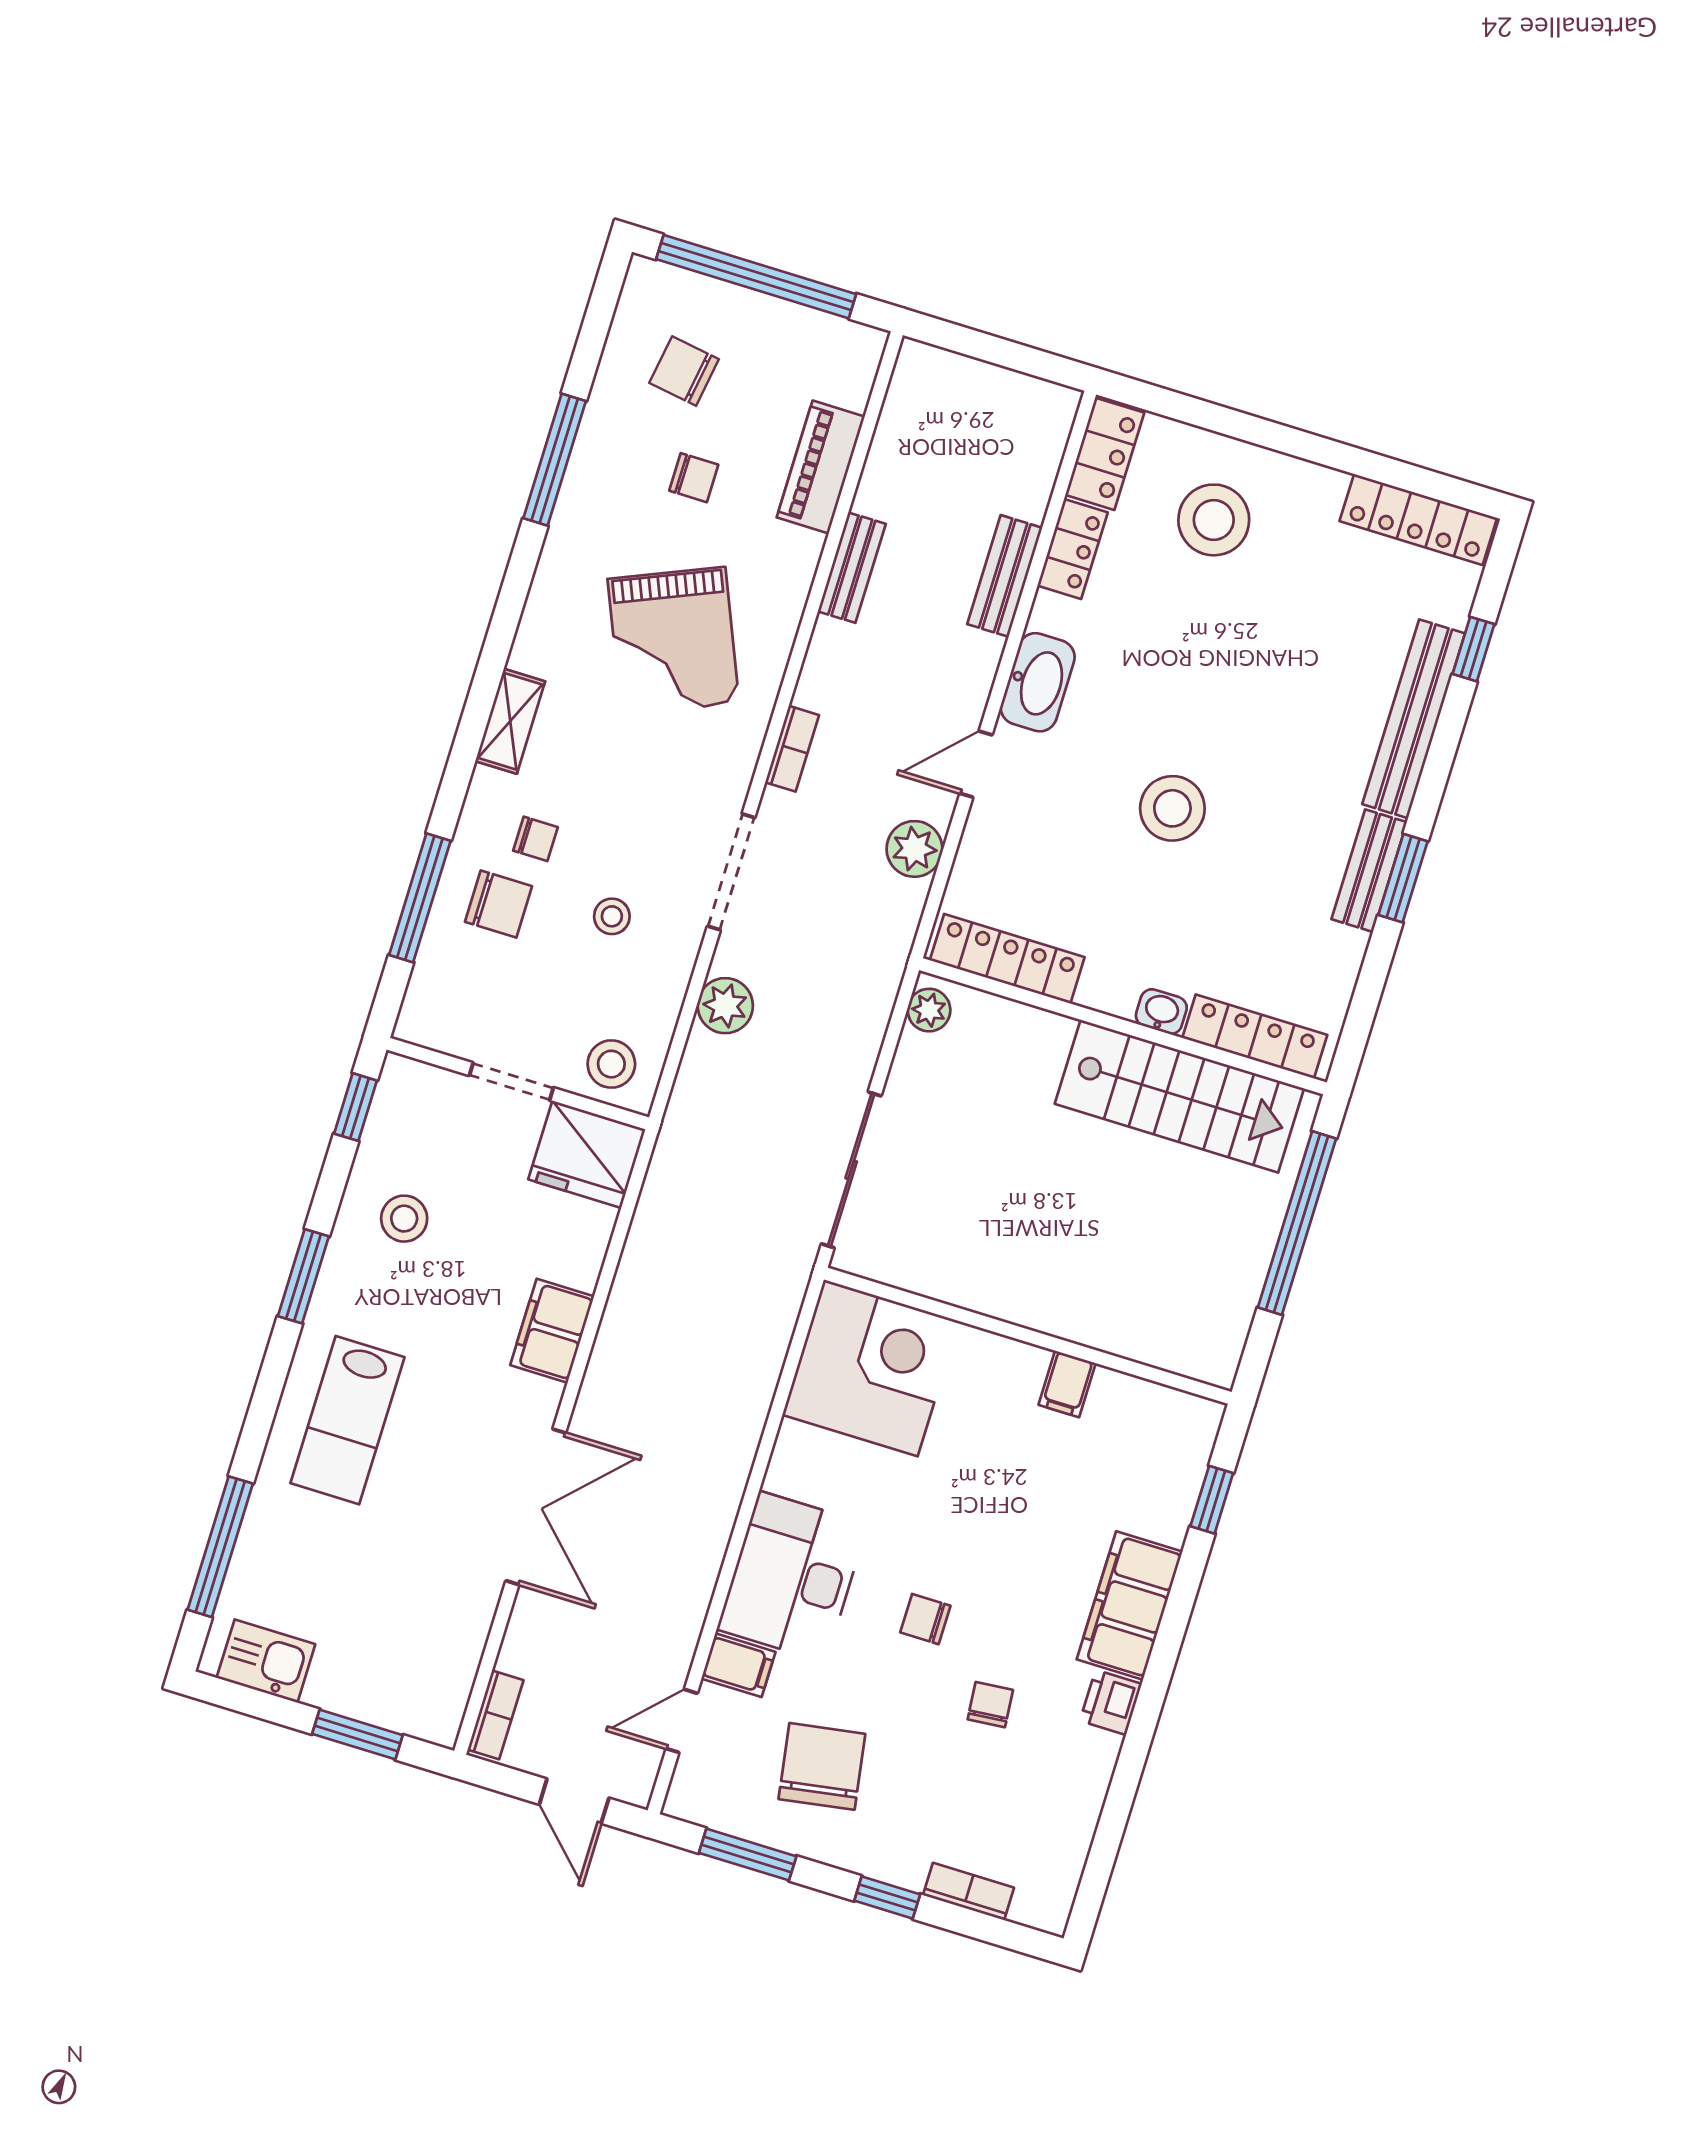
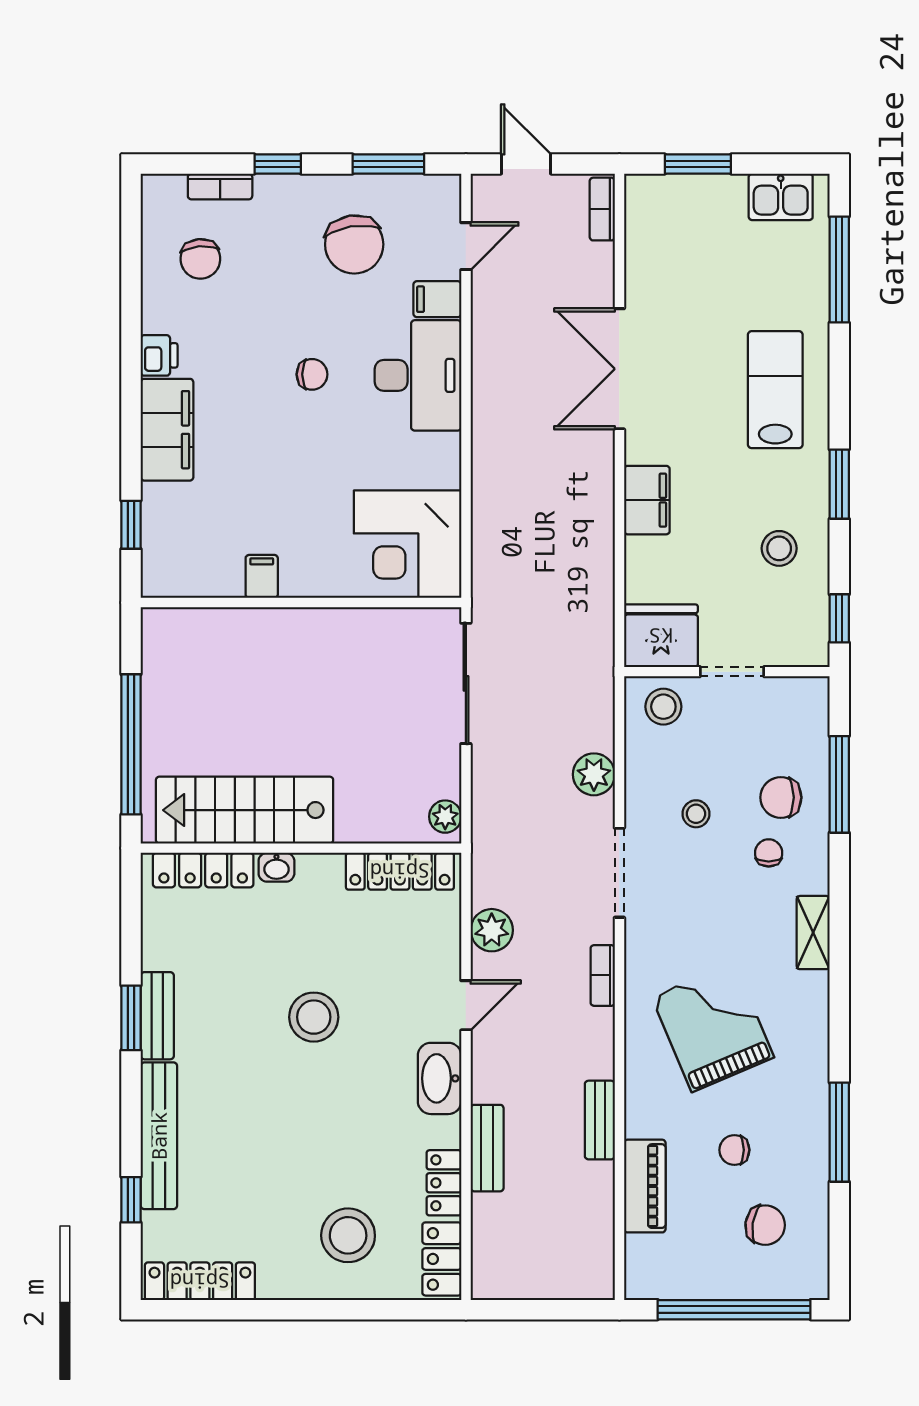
chair: (535, 839) -> (769, 853), turned 90
chair: (990, 1705) -> (200, 259), moved, width x1.37, depth x1.37

